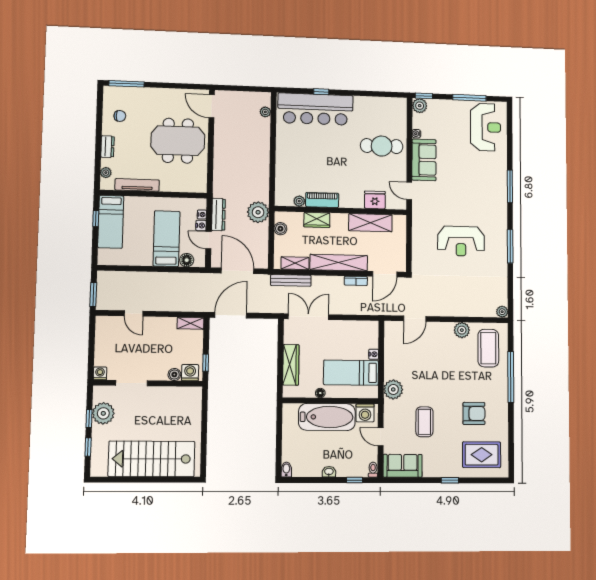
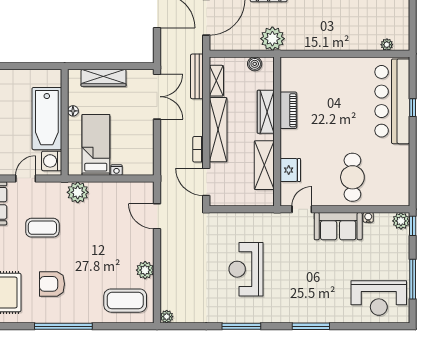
plant: (299, 201) -> (286, 84), removed
wardrobe: (317, 220) -> (266, 112), width x1.50
window: (511, 377) -> (63, 326), moved
armchair: (474, 413) -> (52, 284), turned 90

